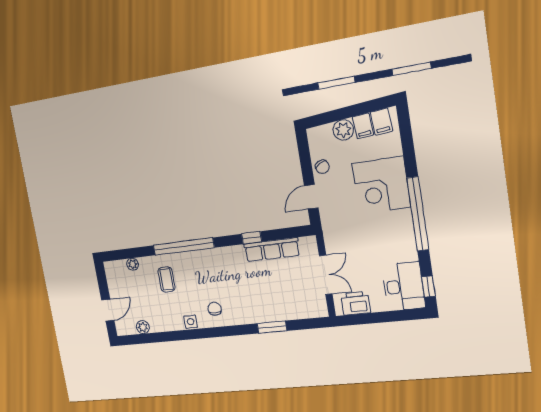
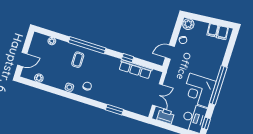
plant: (343, 130) -> (188, 24), moved
corner desk: (381, 185) -> (199, 90), moved
coffee table: (167, 279) -> (78, 60), moved

